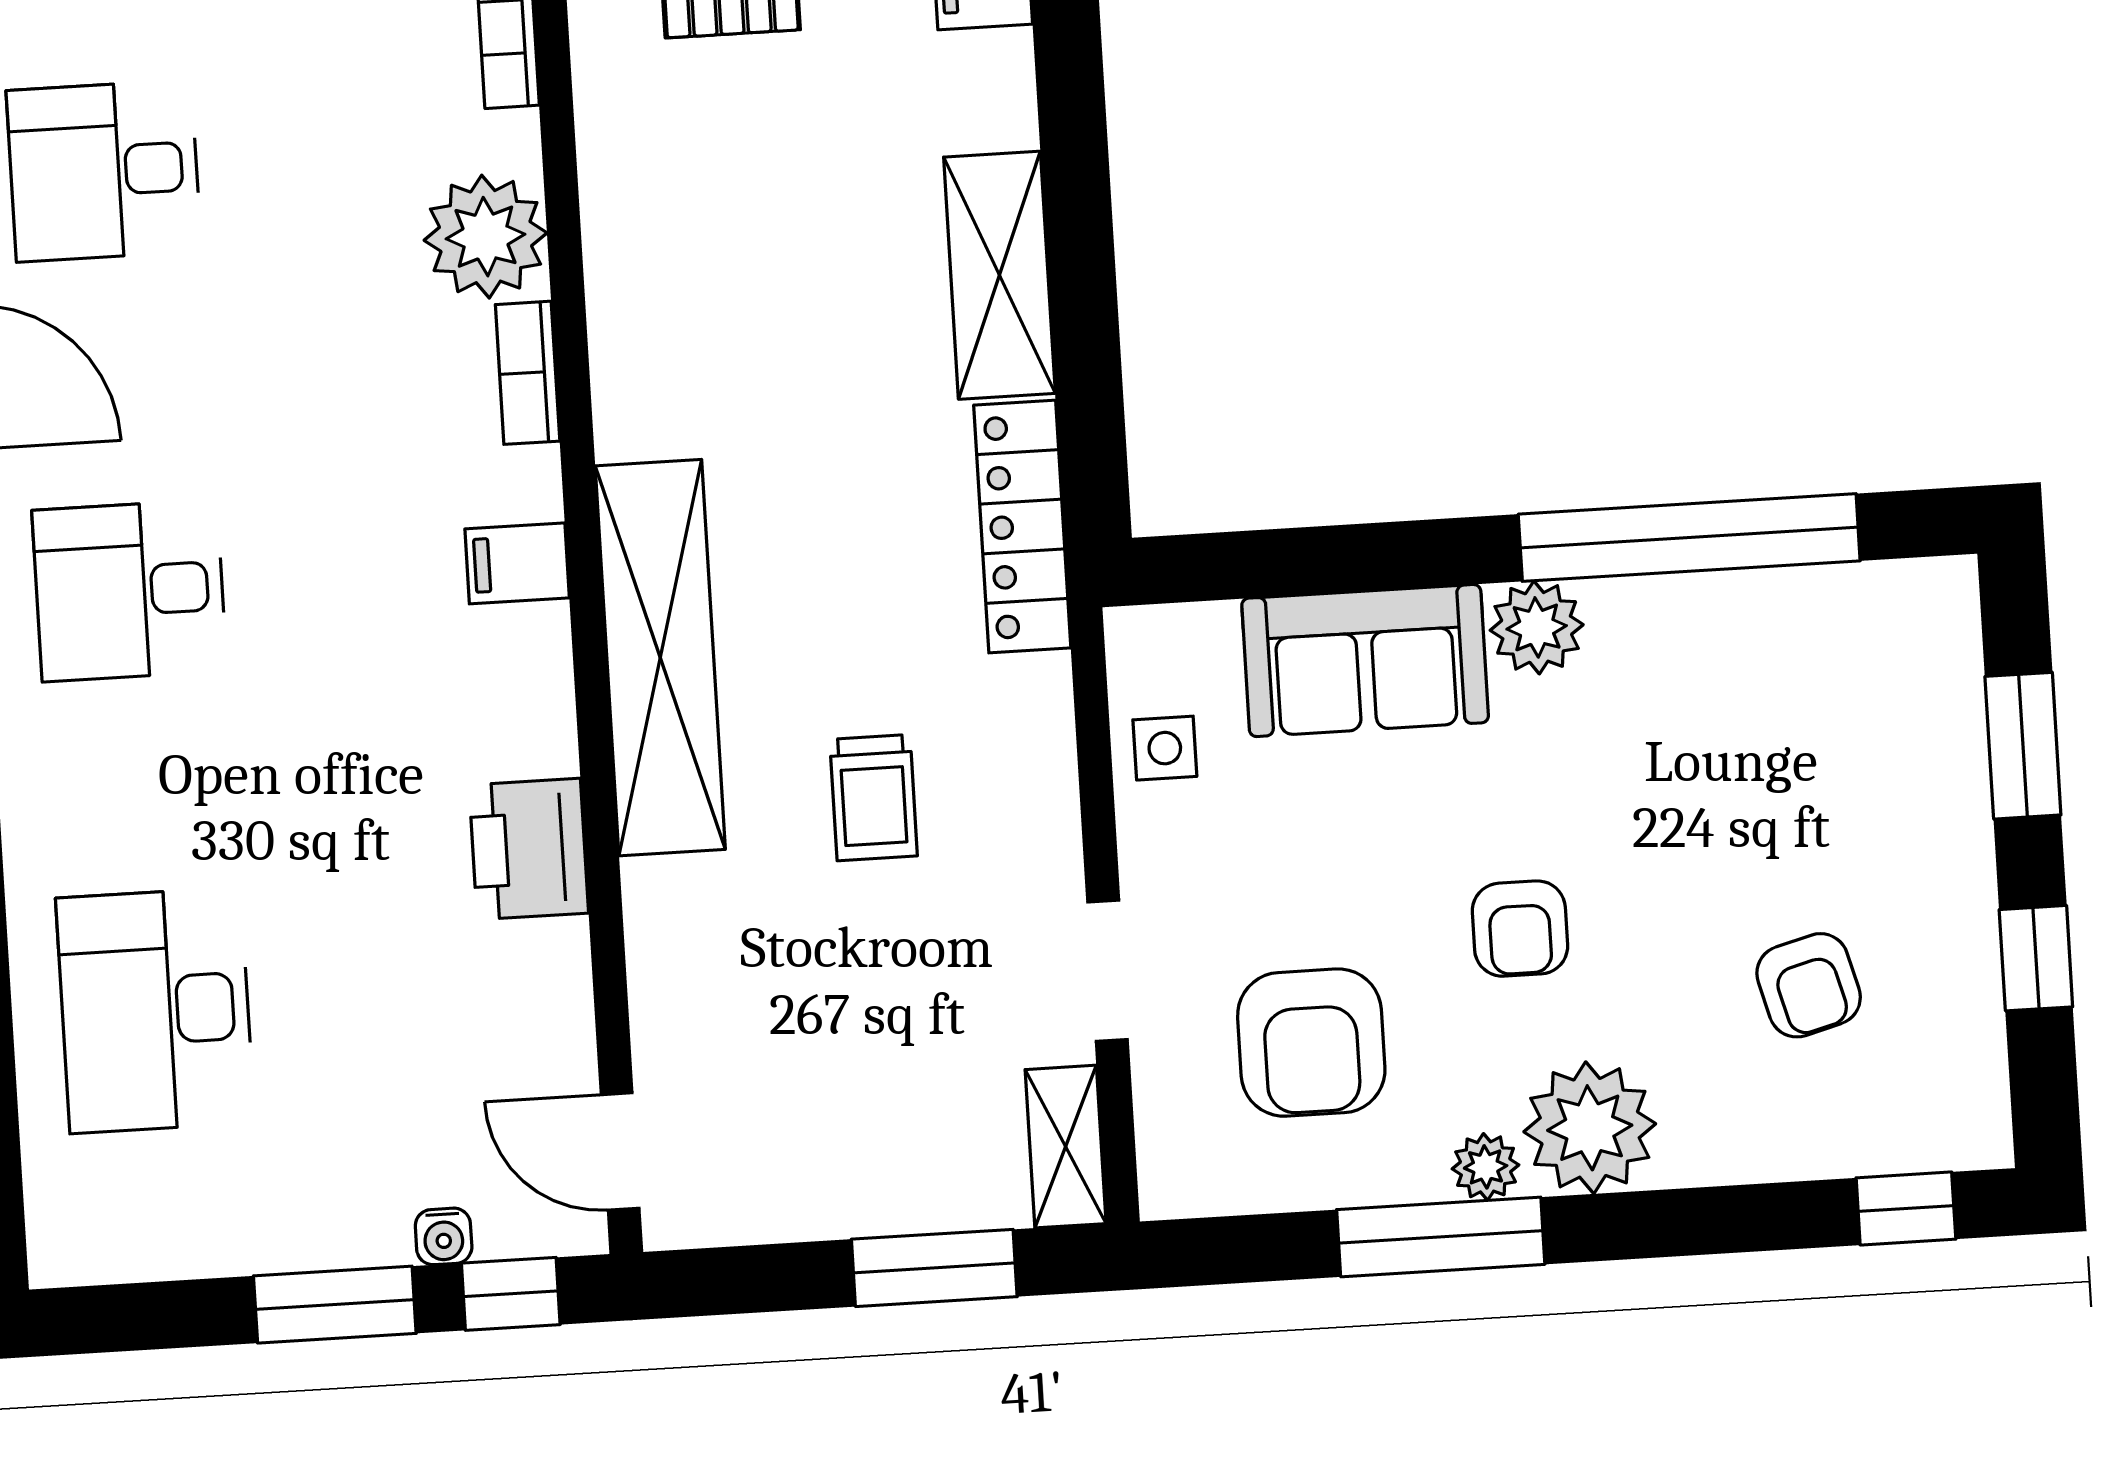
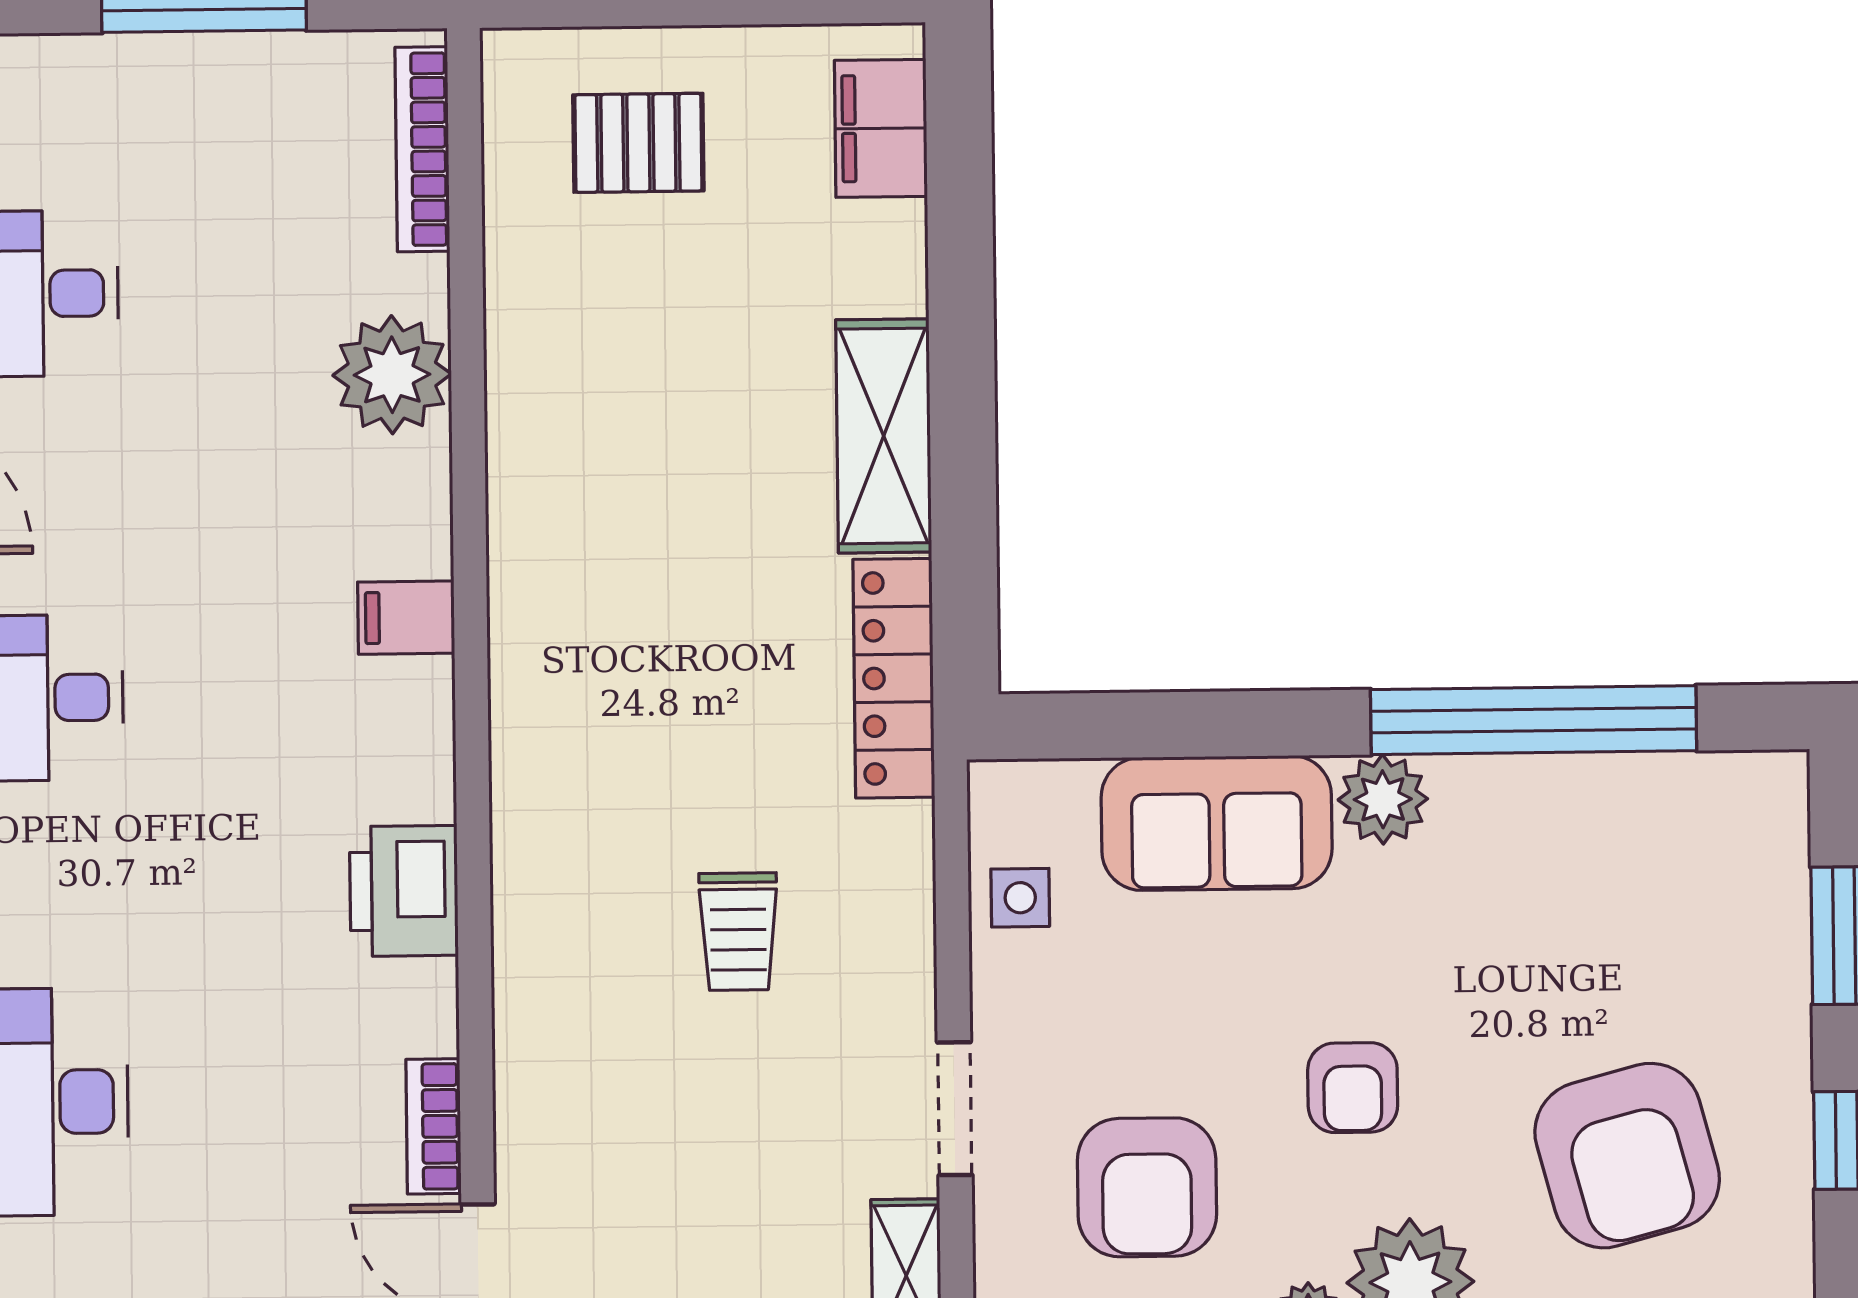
bookcase: (528, 373) -> (434, 1126), moved
filing cabinet: (517, 563) -> (406, 618), moved
shelving: (660, 658) -> (540, 787), removed
printer: (529, 849) -> (404, 891), moved
armchair: (1809, 985) -> (1627, 1156), width x1.88, depth x1.88

